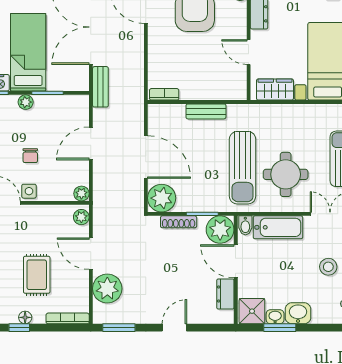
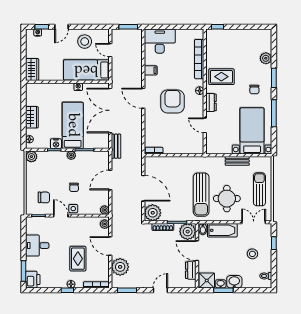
wardrobe: (275, 90) -> (221, 148), removed
bench: (206, 111) -> (237, 161), moved

